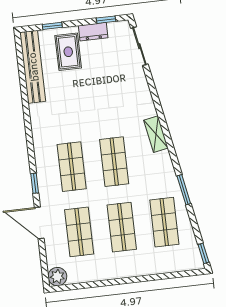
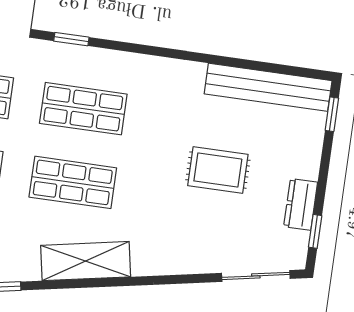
window: (52, 26) -> (332, 114), moved
rug: (68, 52) -> (218, 170), moved
shelving: (156, 134) -> (86, 261), width x1.50, depth x1.33

